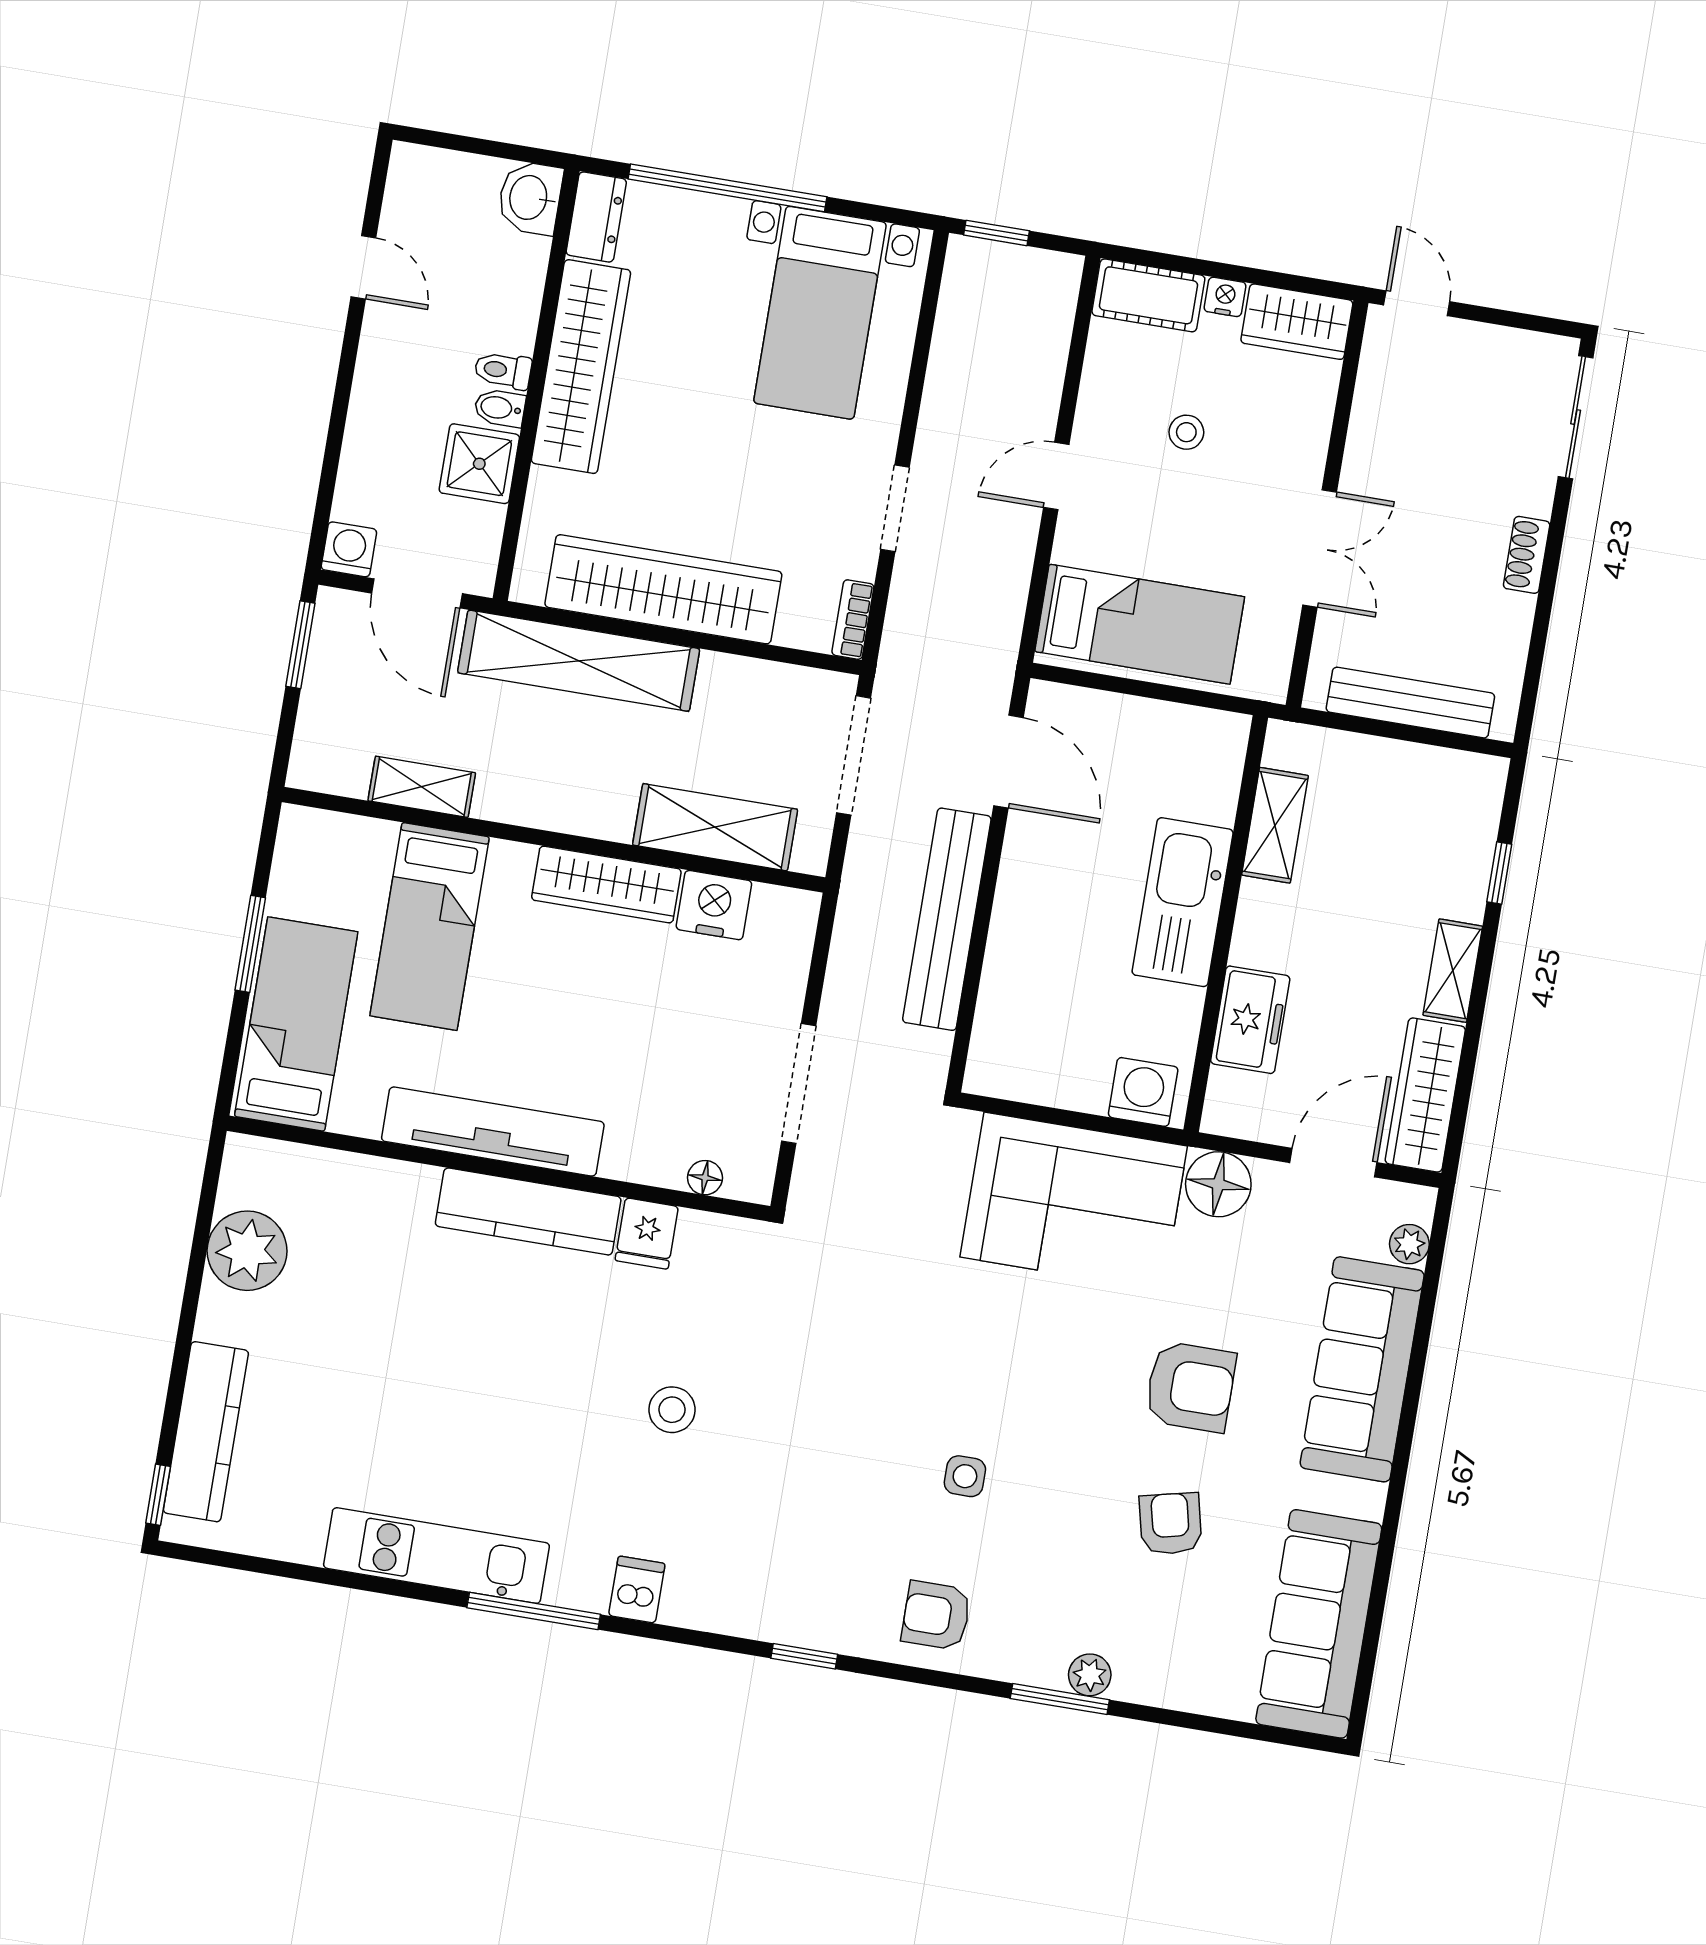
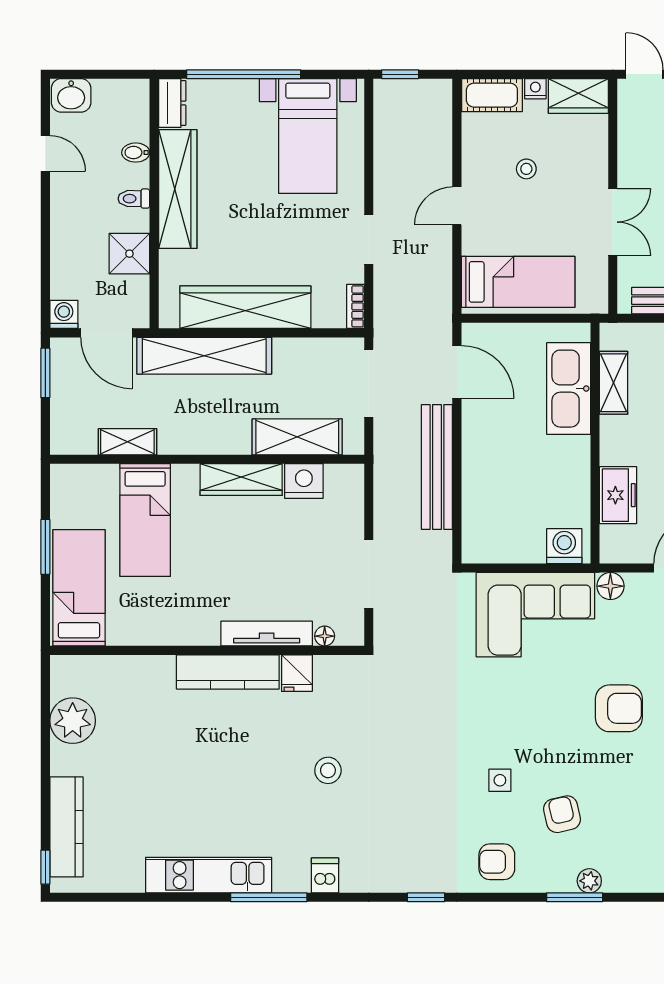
washbasin: (530, 198) -> (71, 95), moved, turned -90
bidet: (500, 408) -> (136, 153), moved
kitchen sink: (1183, 902) -> (569, 389), moved
tv unit: (493, 1131) -> (267, 634), moved, width x0.73, depth x0.78
floor lamp: (1218, 1184) -> (610, 586), width x0.73, depth x0.73
armchair: (1170, 1524) -> (562, 814), moved

